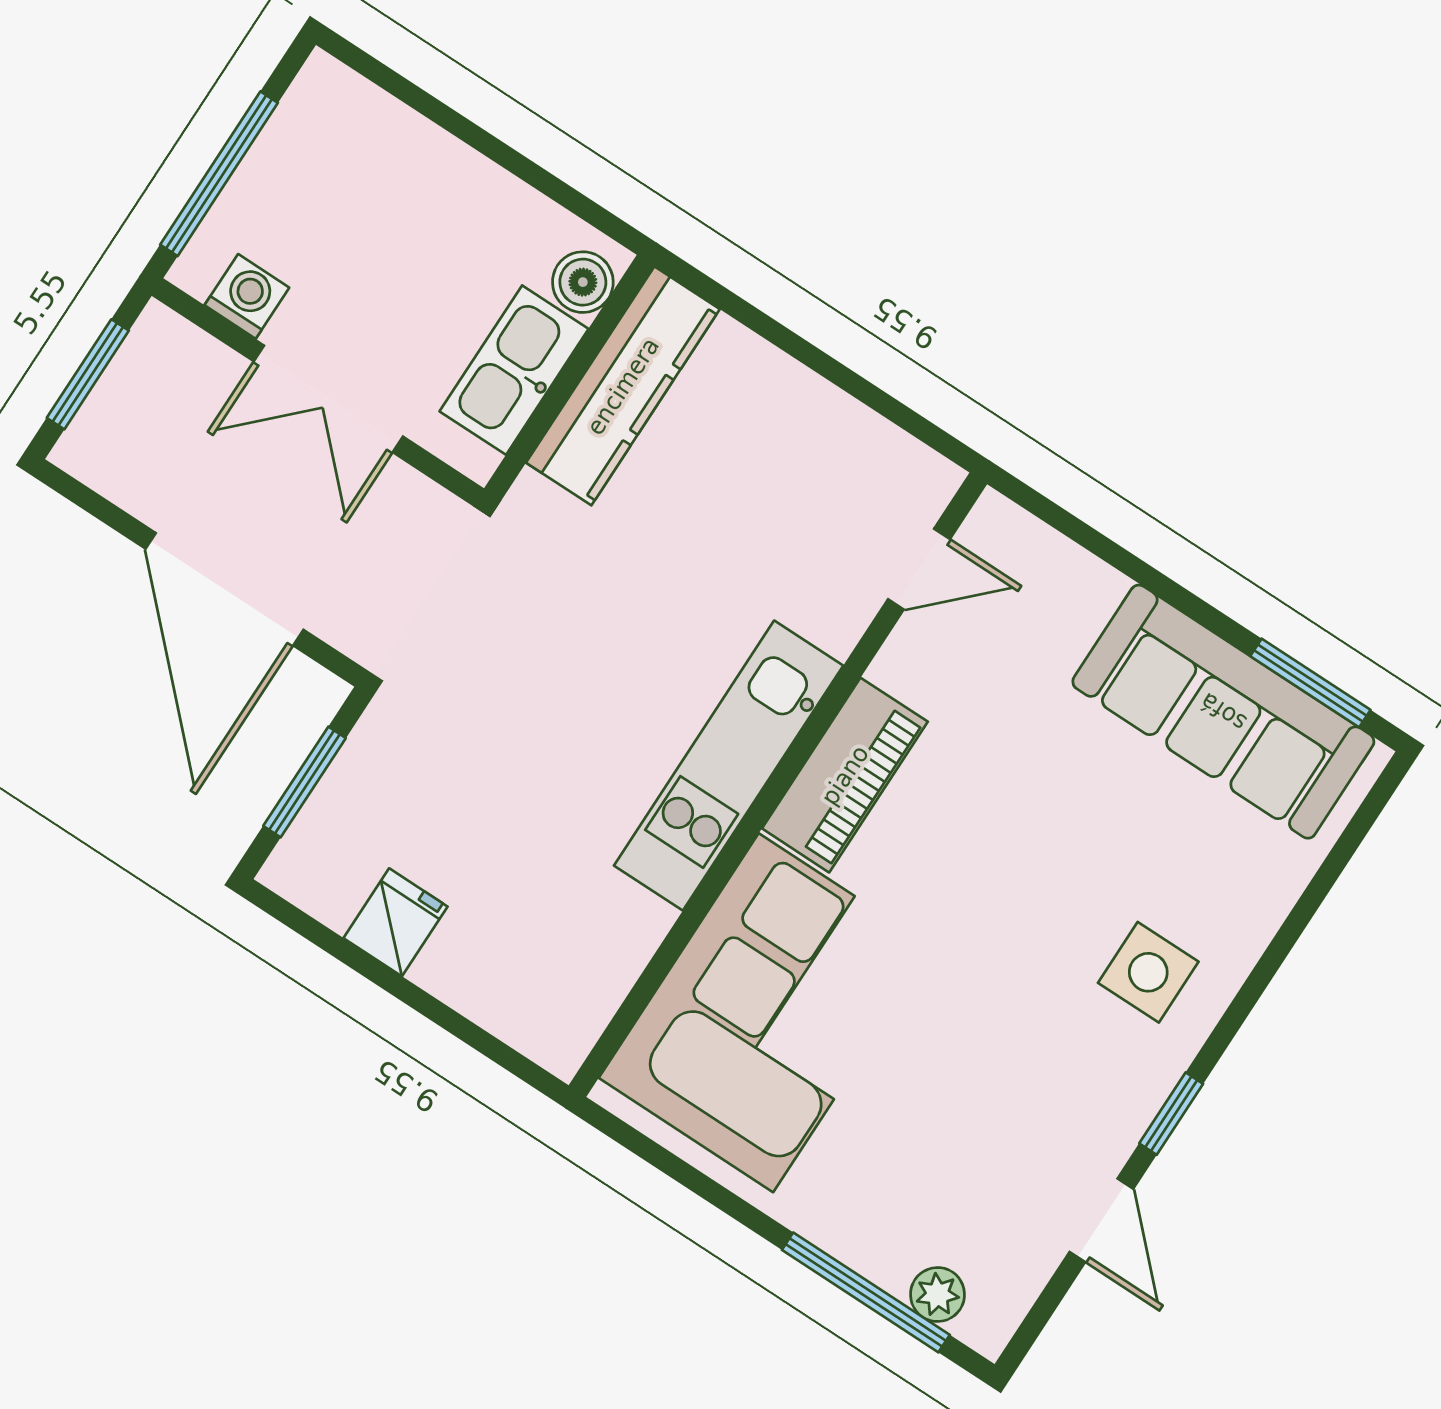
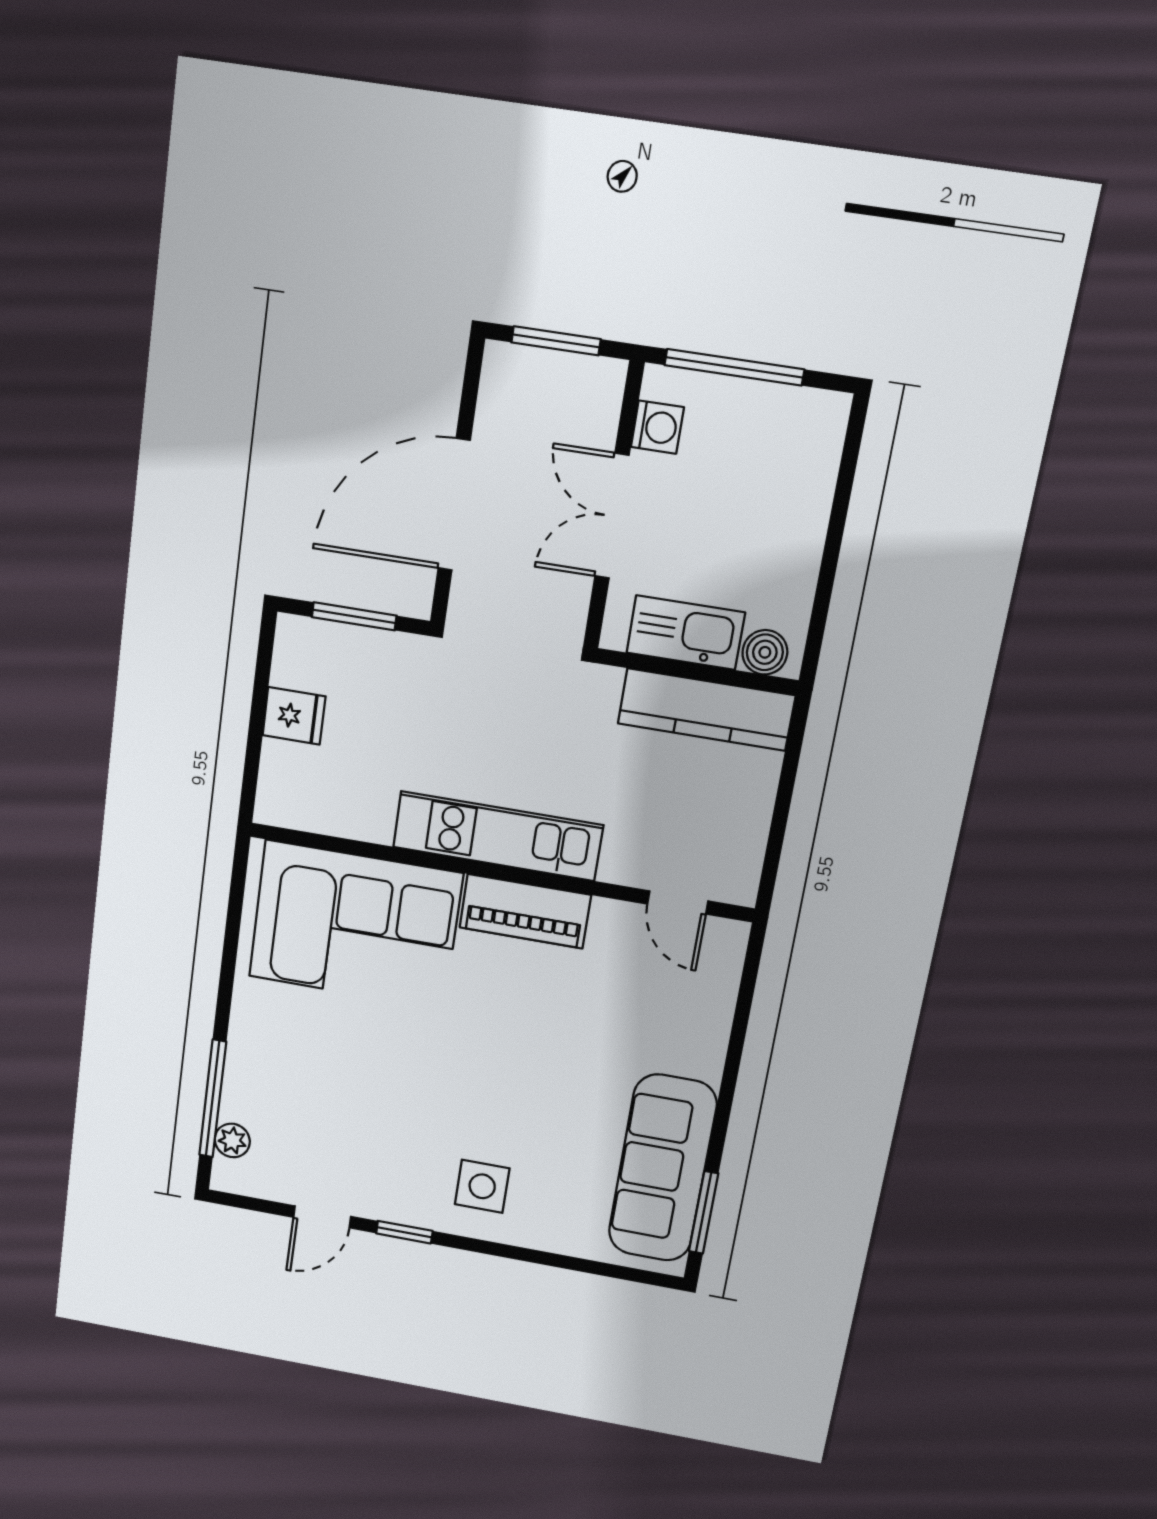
door: (919, 569) -> (678, 902), moved
kitchen unit: (729, 766) -> (498, 836), moved
piano: (845, 775) -> (525, 911), moved
wall: (778, 785) -> (500, 872), moved
corner sofa: (766, 1013) -> (355, 925), moved

